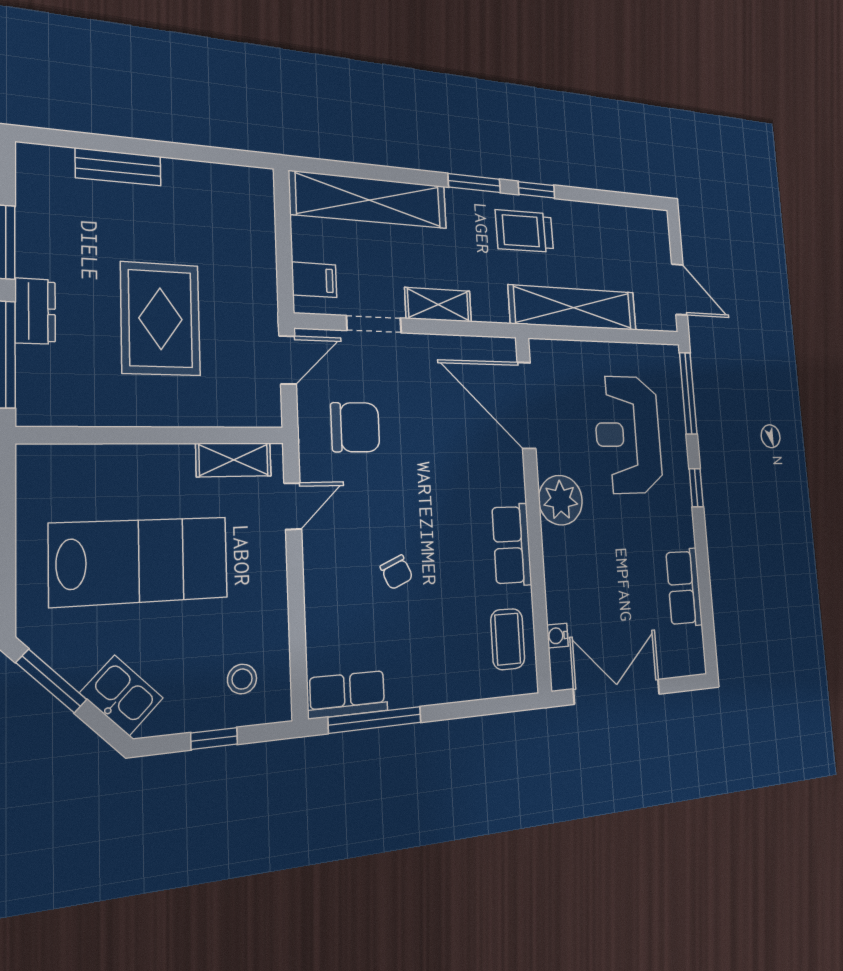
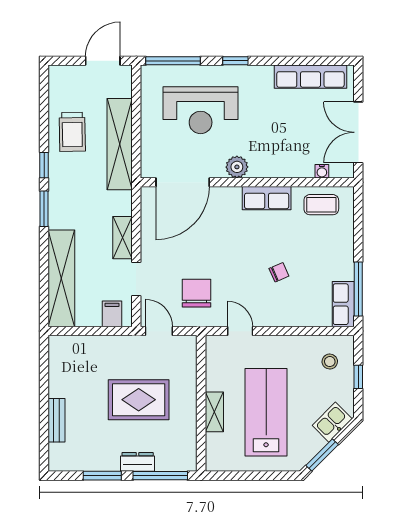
trolley: (525, 231) -> (72, 132), moved
shelving: (234, 460) -> (214, 412), moved
plant: (560, 500) -> (237, 167), width x0.73, depth x0.73
row of seats: (684, 587) -> (310, 77), width x1.48

